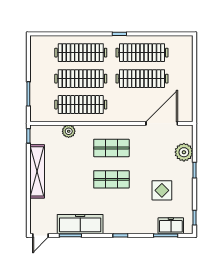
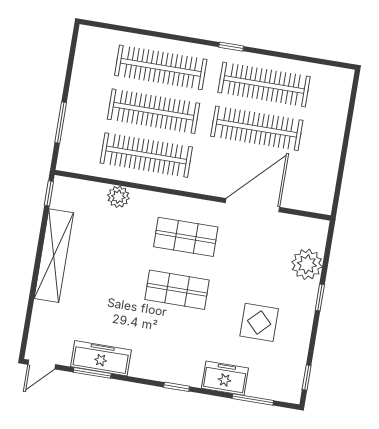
door: (162, 123) -> (253, 205), moved
freezer: (80, 224) -> (101, 358), width x0.73, depth x0.79
freezer: (171, 226) -> (225, 378), moved

